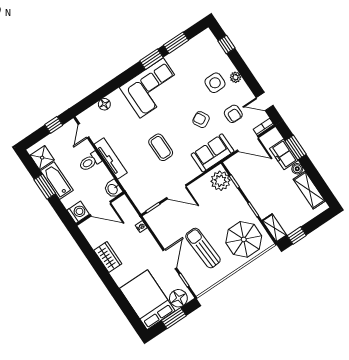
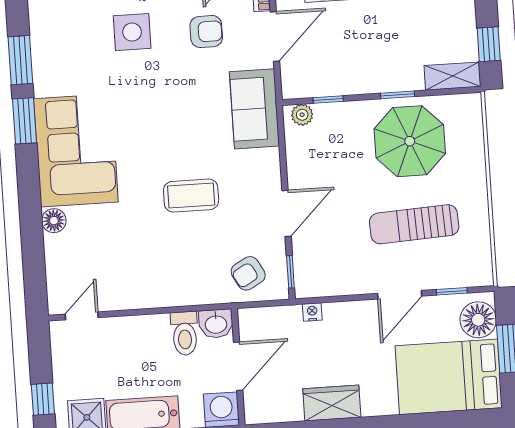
floor lamp: (104, 104) -> (54, 221), moved
armchair: (201, 120) -> (248, 273), moved
window: (54, 125) -> (43, 399), moved
door: (84, 131) -> (82, 316), swing flipped
tv unit: (111, 158) -> (159, 296), removed
toilet: (90, 162) -> (185, 333), moved
plant: (220, 181) -> (302, 115), width x0.53, depth x0.53
parasol: (244, 239) -> (410, 141), moved
door: (170, 259) -> (400, 295), swing flipped

